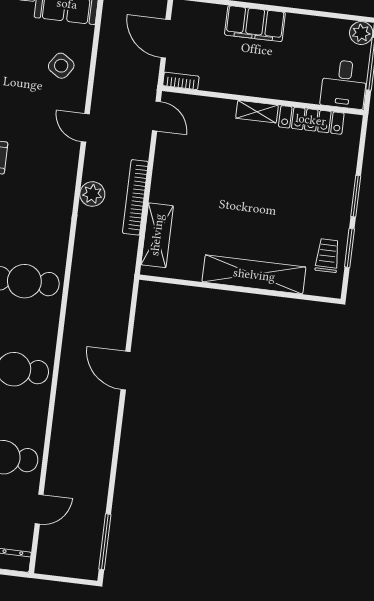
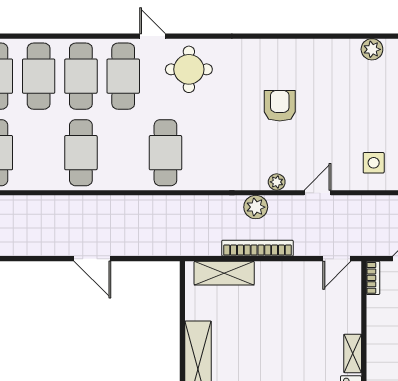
side table: (61, 66) -> (374, 163), turned -34
plant: (69, 169) -> (277, 182), added
door: (126, 371) -> (92, 259), swing flipped

